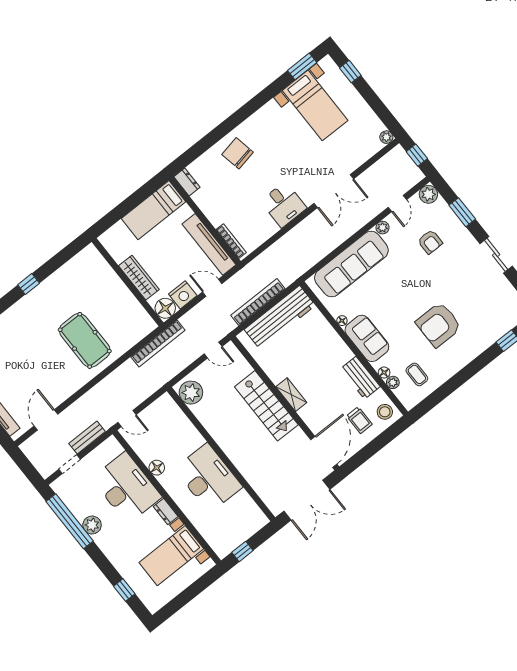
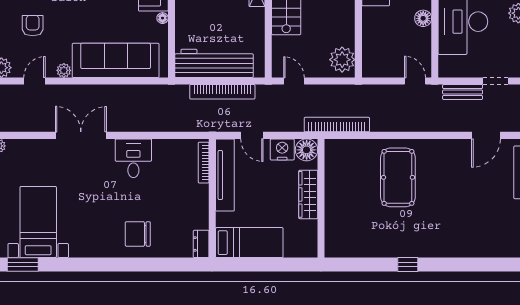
chair: (238, 153) -> (138, 234), turned 101

